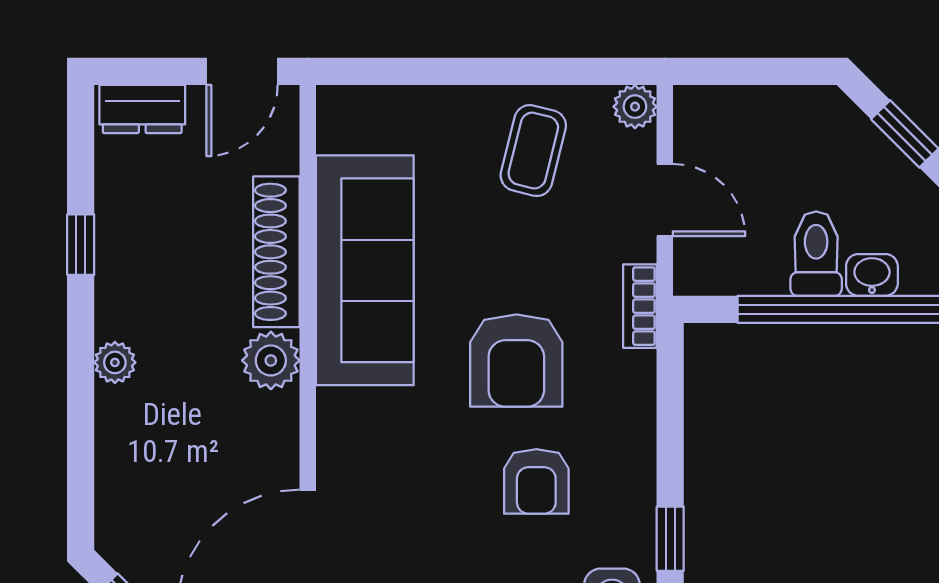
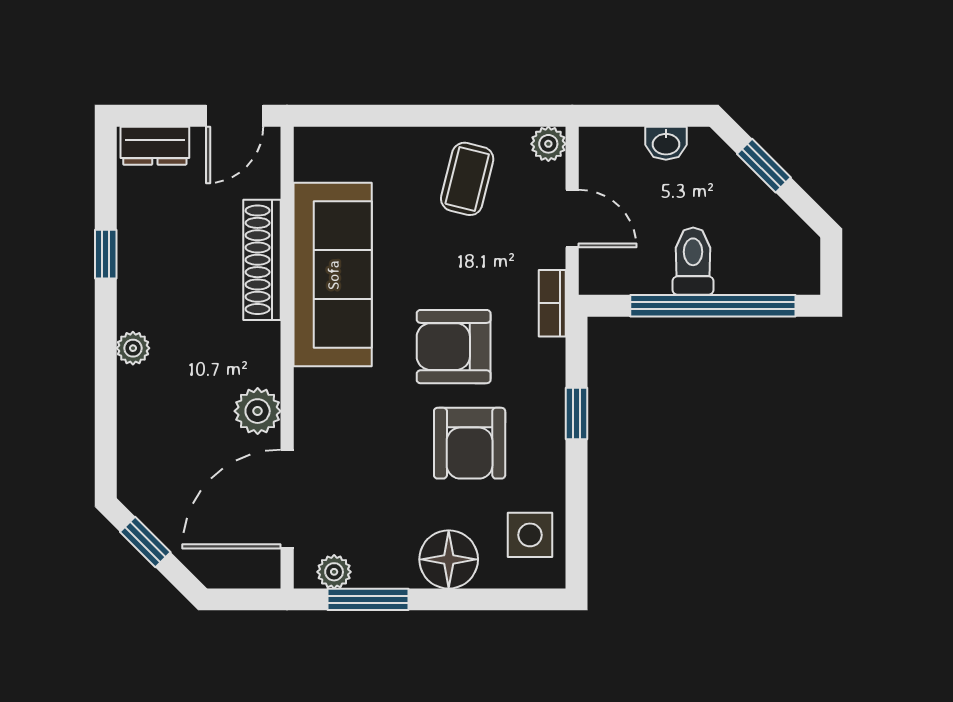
washbasin: (872, 275) -> (666, 143), moved, turned 180
plant: (271, 360) -> (258, 411), moved
armchair: (516, 361) -> (454, 347), turned 90
armchair: (536, 481) -> (470, 443), width x1.38, depth x1.38
window: (670, 539) -> (576, 414), moved

